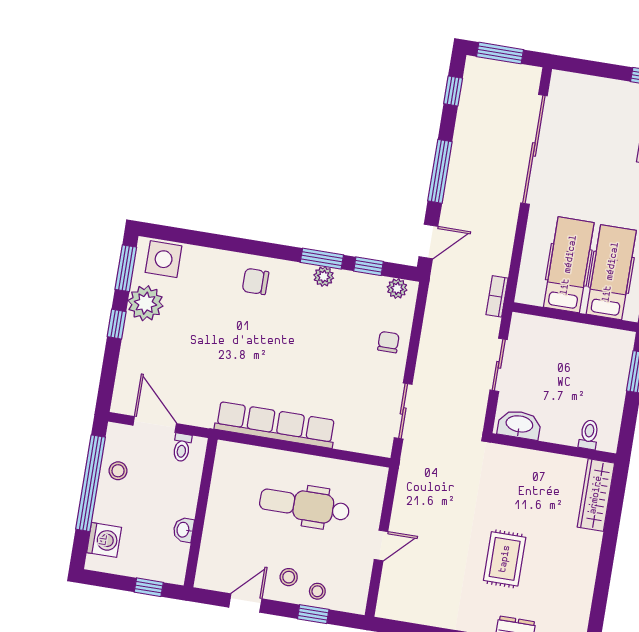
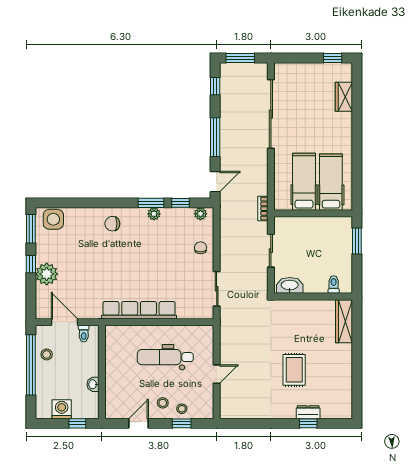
plant: (145, 303) -> (47, 274), moved
washing machine: (104, 540) -> (62, 409), moved, turned -90

